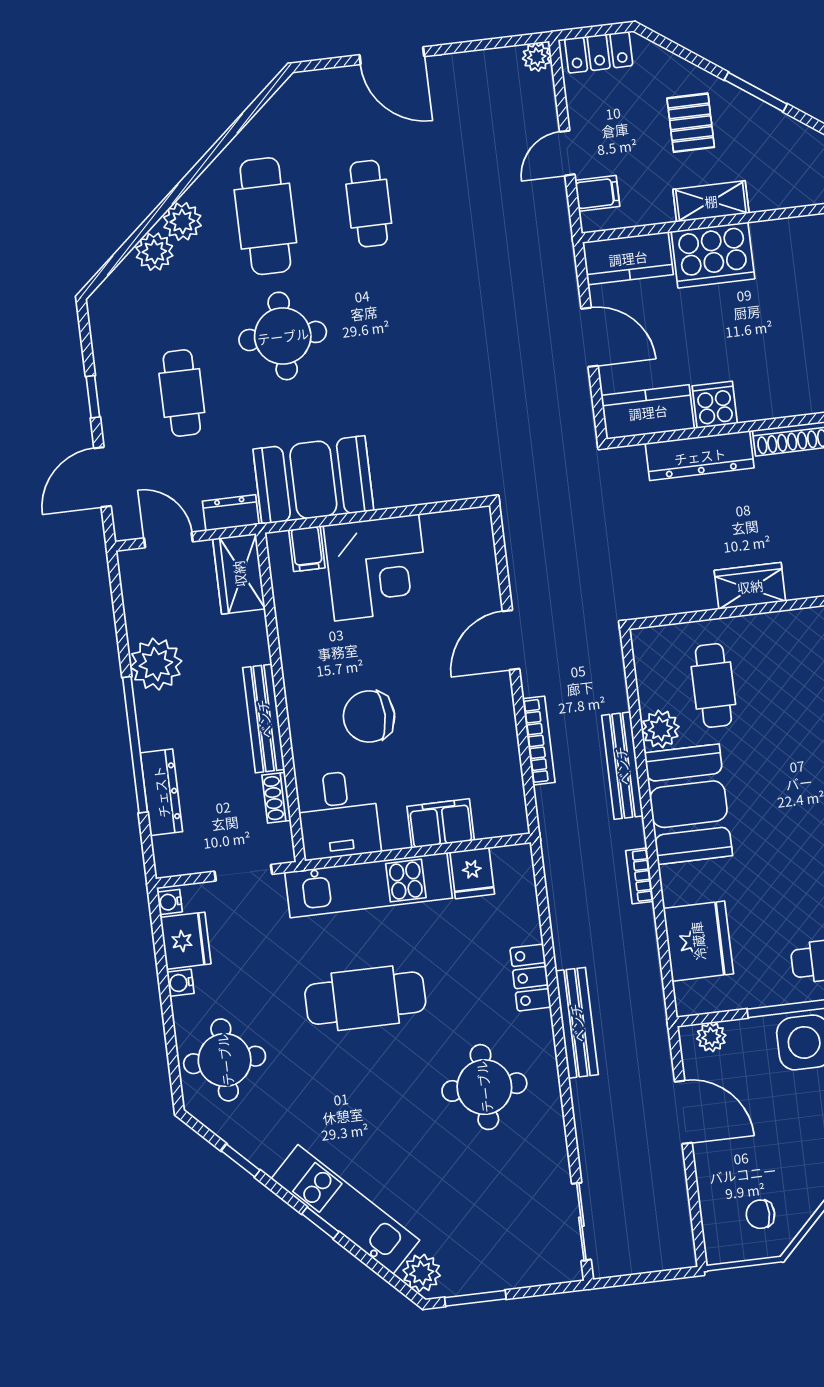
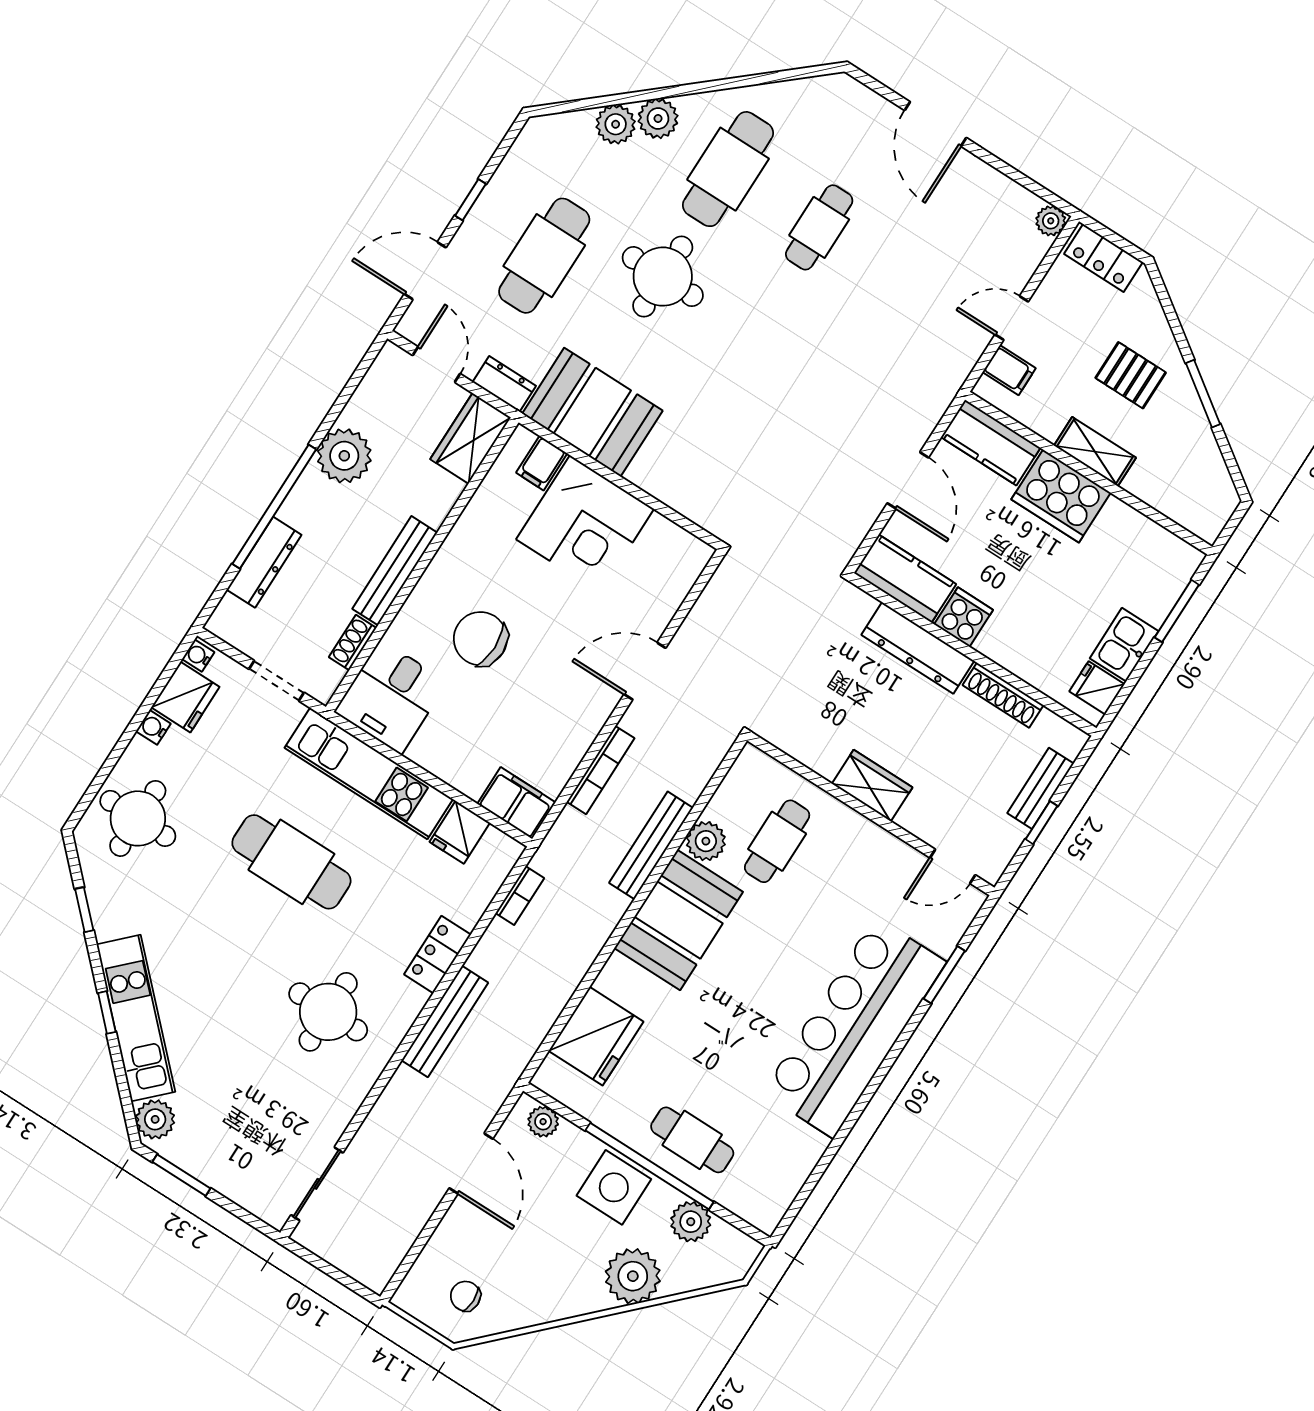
pallet: (691, 123) -> (1131, 375), turned 90
cafe table: (182, 393) -> (544, 256), width x1.37, depth x1.35
filing cabinet: (441, 823) -> (516, 803), moved
bookcase: (640, 876) -> (520, 896), moved, turned 180

